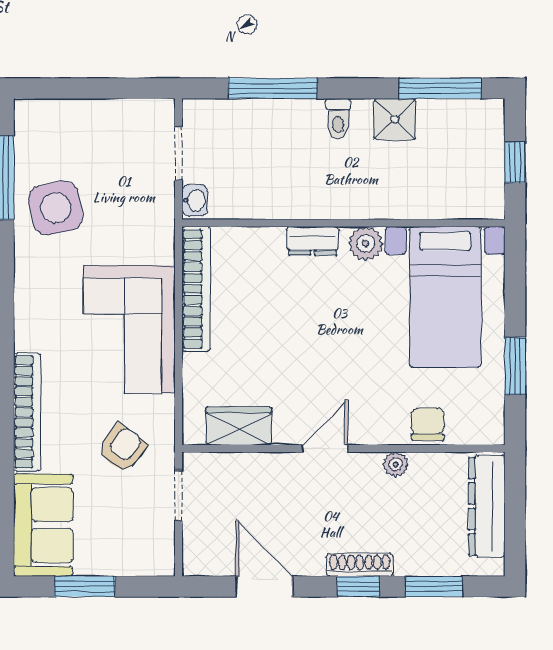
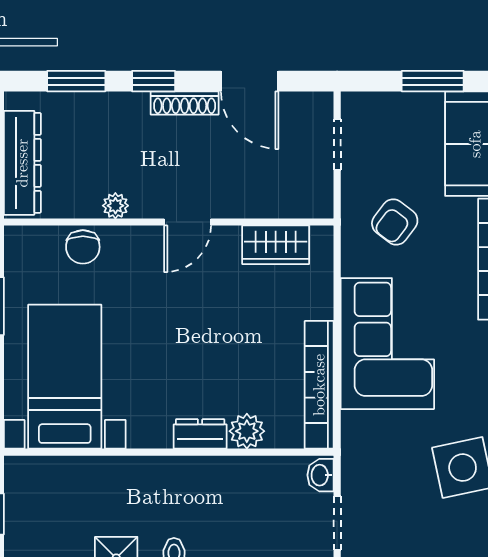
plant: (366, 244) -> (247, 431), moved
doorway: (178, 495) -> (337, 145), moved
shoe rack: (360, 565) -> (185, 103), moved

